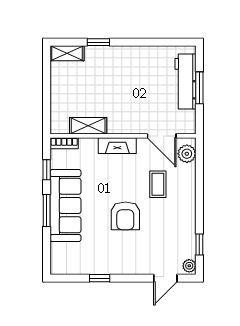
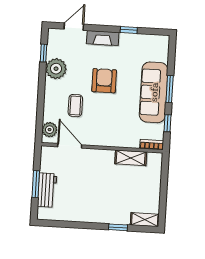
workbench: (185, 82) -> (47, 190), width x0.73
fireplace: (117, 146) -> (103, 38), moved, turned 180
plant: (189, 266) -> (56, 69), moved, width x1.88, depth x1.88

